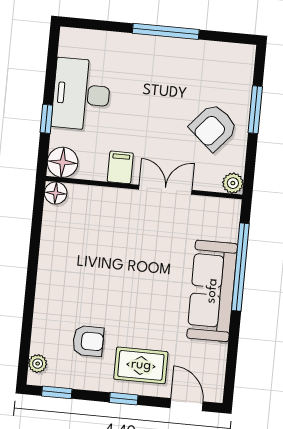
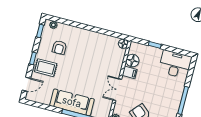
desk: (81, 94) -> (175, 64), moved
floor lamp: (63, 162) -> (132, 61), moved
double door: (165, 190) -> (117, 90), swing flipped
rug: (141, 365) -> (46, 68), turned 90

